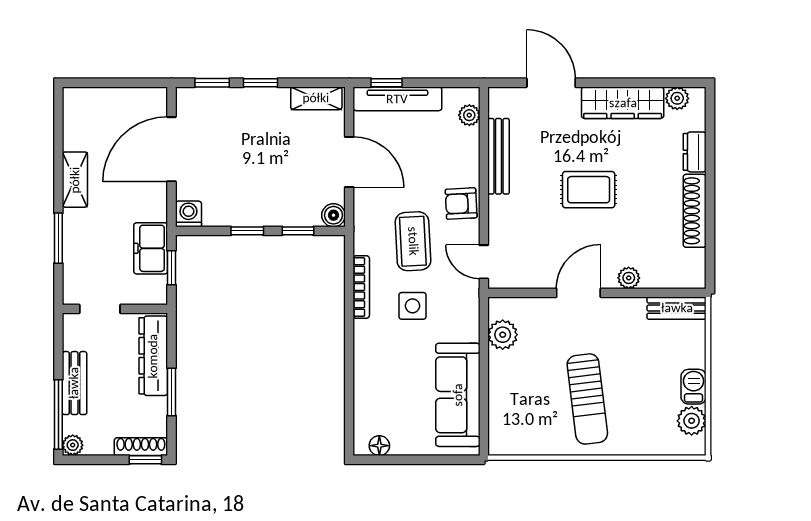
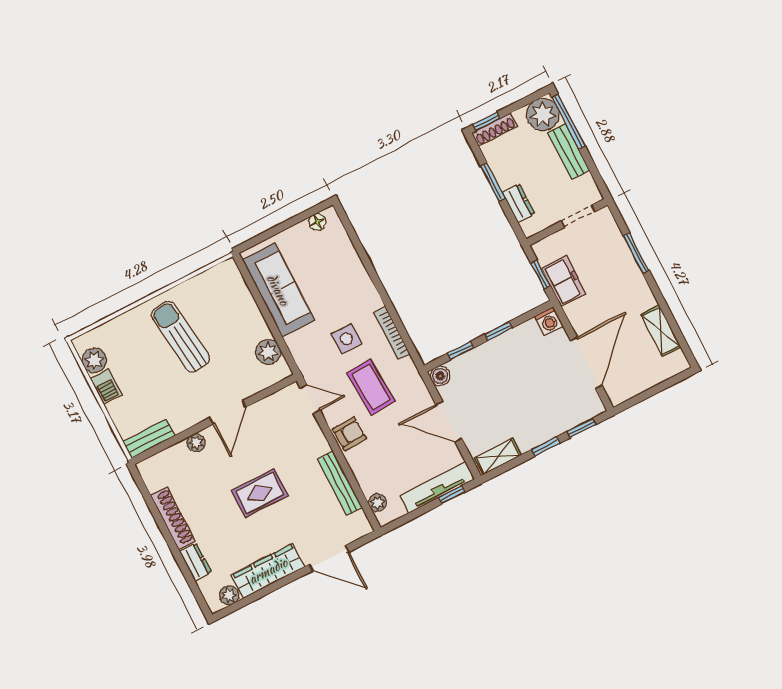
shelving: (75, 180) -> (661, 331), moved
dresser: (153, 356) -> (518, 203), width x0.51, depth x0.80
plant: (73, 445) -> (543, 115), width x1.88, depth x1.88

